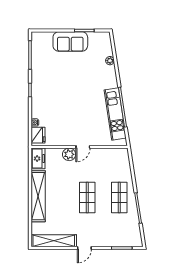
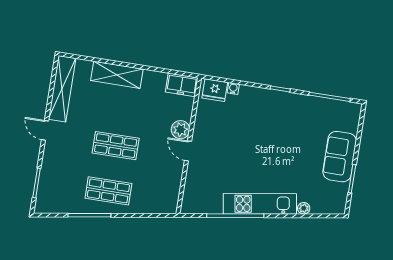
kitchen unit: (115, 114) -> (260, 204), moved
shelving: (38, 196) -> (117, 75), width x0.68

